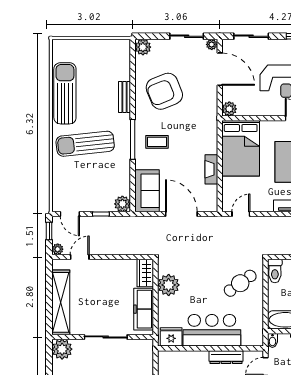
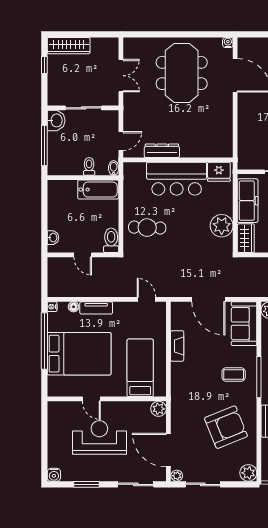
bed: (241, 148) -> (140, 368), width x0.67
door: (241, 214) -> (146, 299), swing flipped
cafe table: (240, 283) -> (147, 228), turned 38

